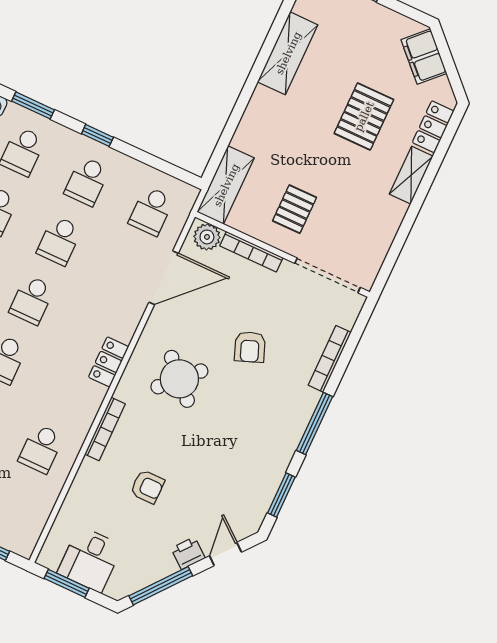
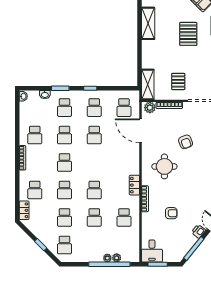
door: (164, 278) -> (140, 131), swing flipped
school desk: (32, 300) -> (94, 163), removed
locker: (109, 362) -> (134, 185), moved
round table: (179, 379) -> (164, 166), turned 45
desk: (90, 559) -> (152, 251), moved

